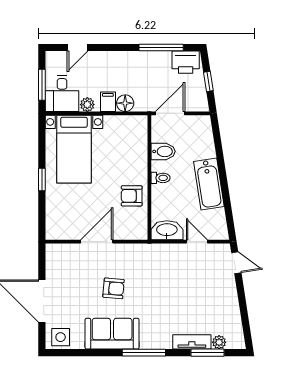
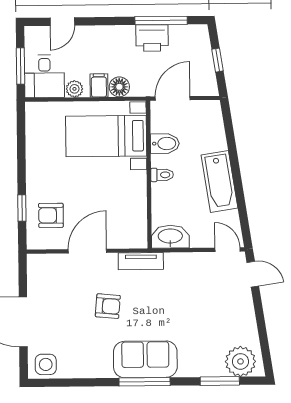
printer: (186, 62) -> (152, 38), moved
bed with nightstands: (74, 149) -> (106, 136), moved, turned 90
window: (42, 179) -> (22, 208), moved
armchair: (132, 196) -> (51, 215), moved
door: (197, 242) -> (228, 250), moved
sofa: (112, 334) -> (145, 359), moved
tv unit: (192, 342) -> (141, 261), moved, turned 180
plant: (219, 342) -> (240, 361), width x1.87, depth x1.87

